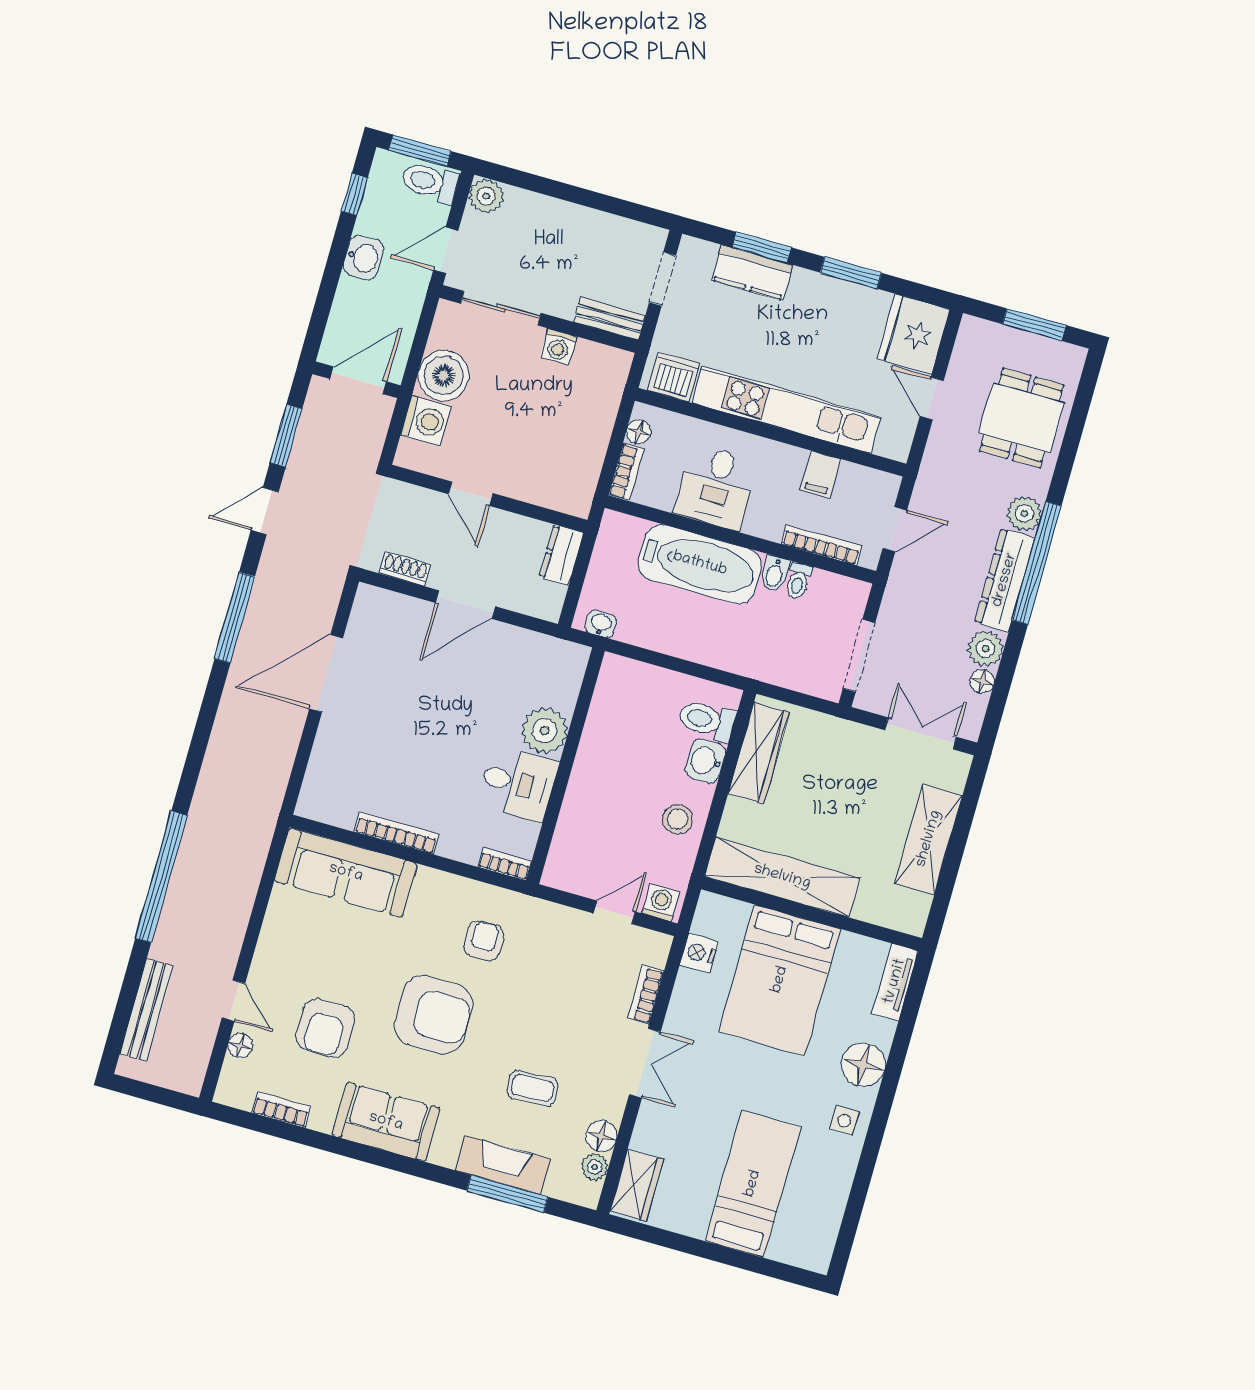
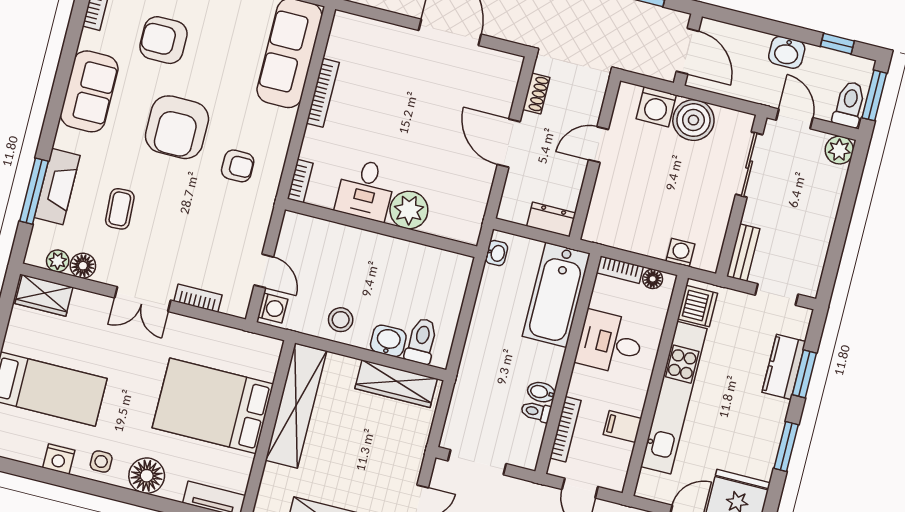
washing machine: (559, 347) -> (680, 253), moved, turned 90
bathtub: (700, 564) -> (556, 295), moved
nightstand: (699, 953) -> (59, 459), moved, turned 180

